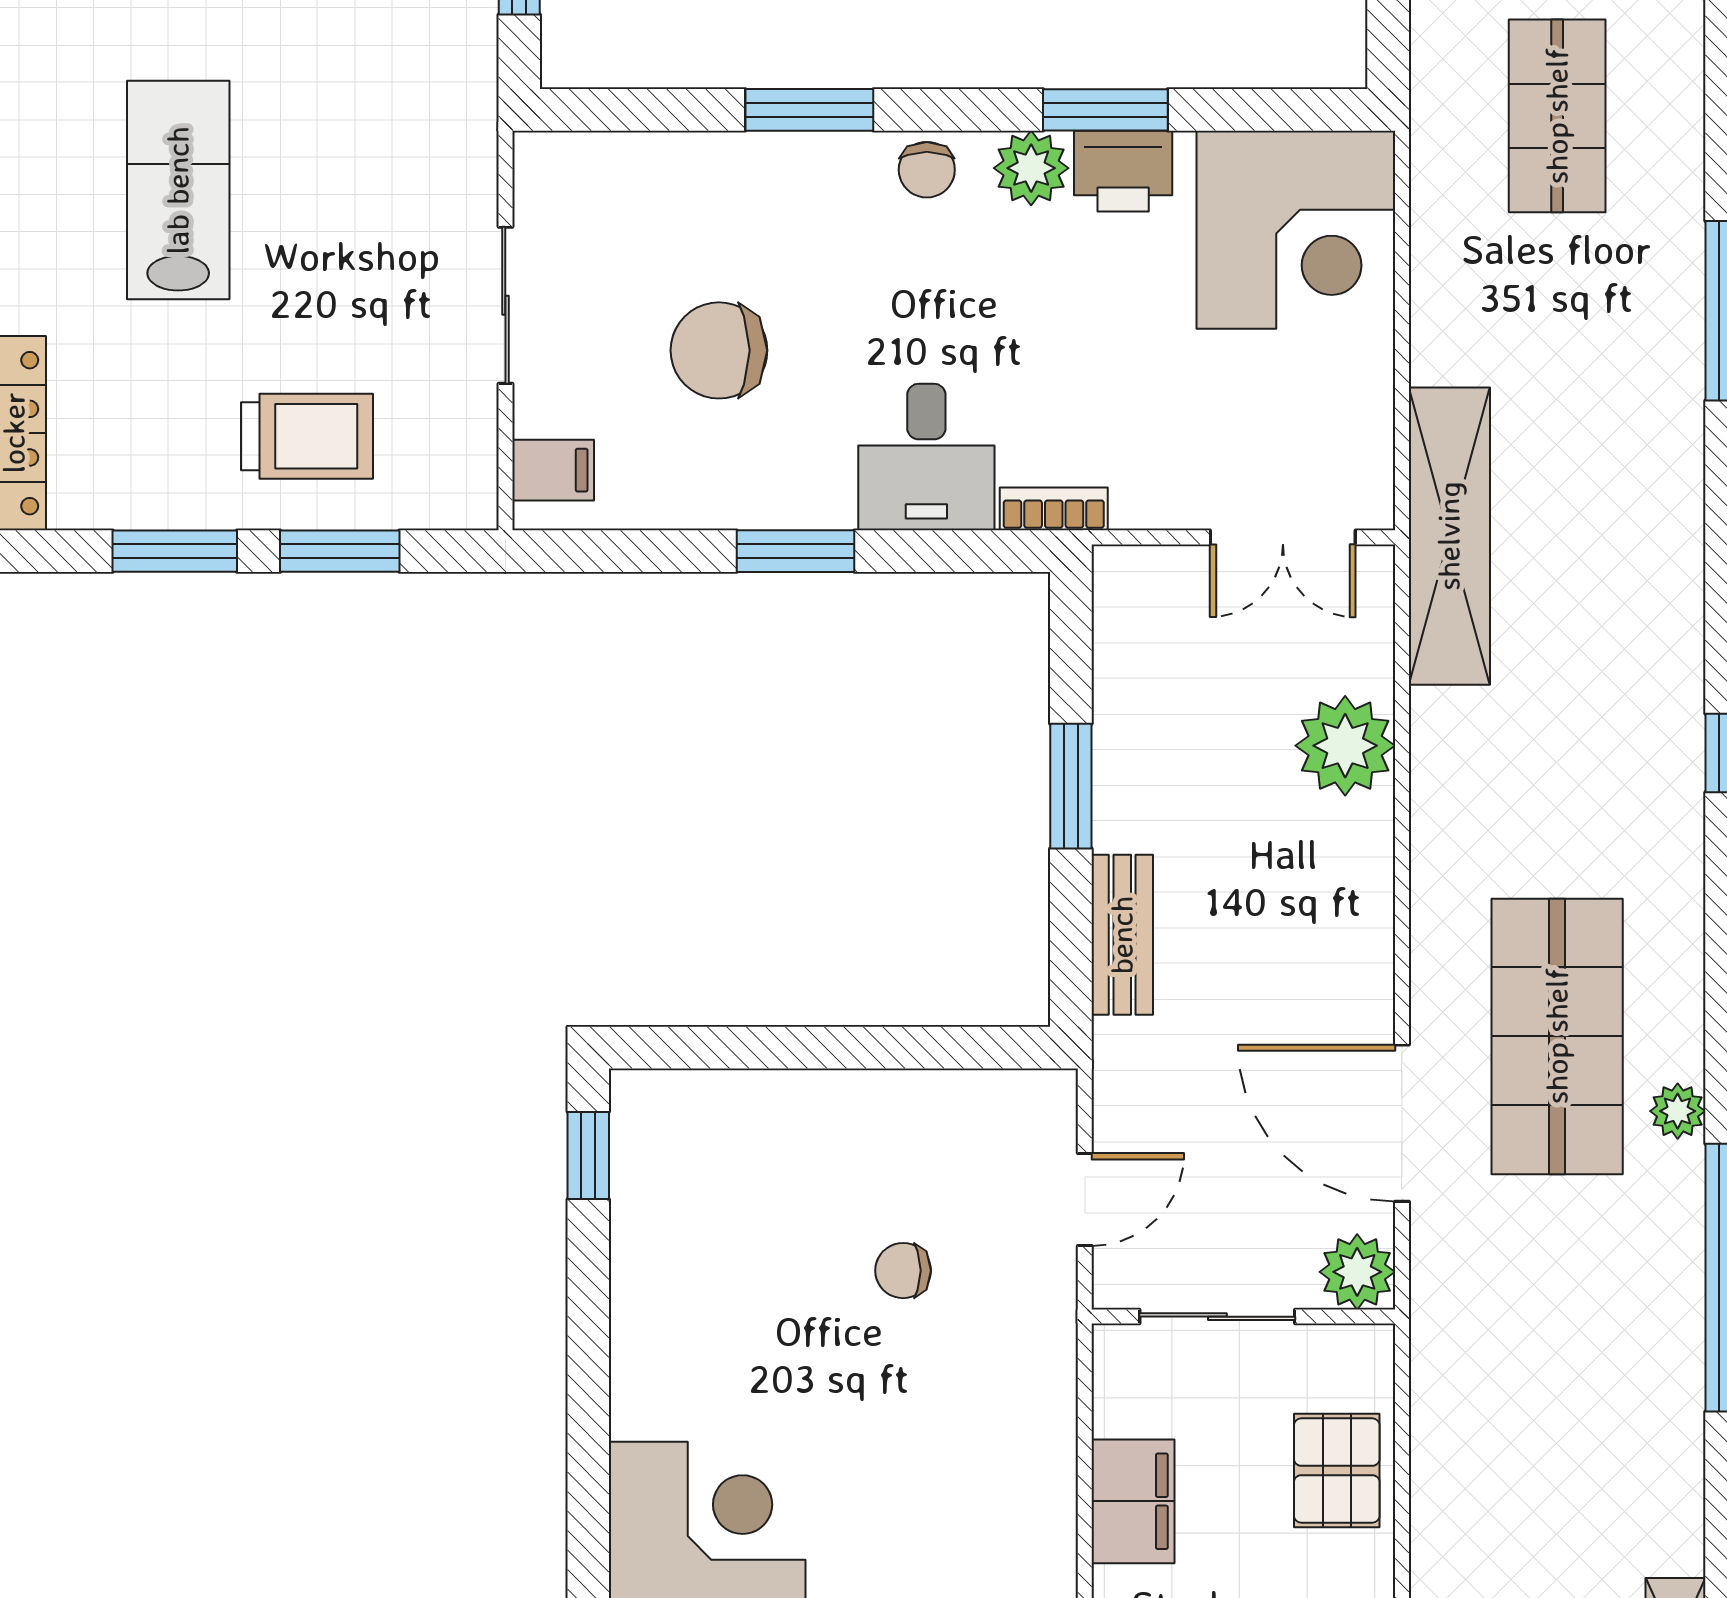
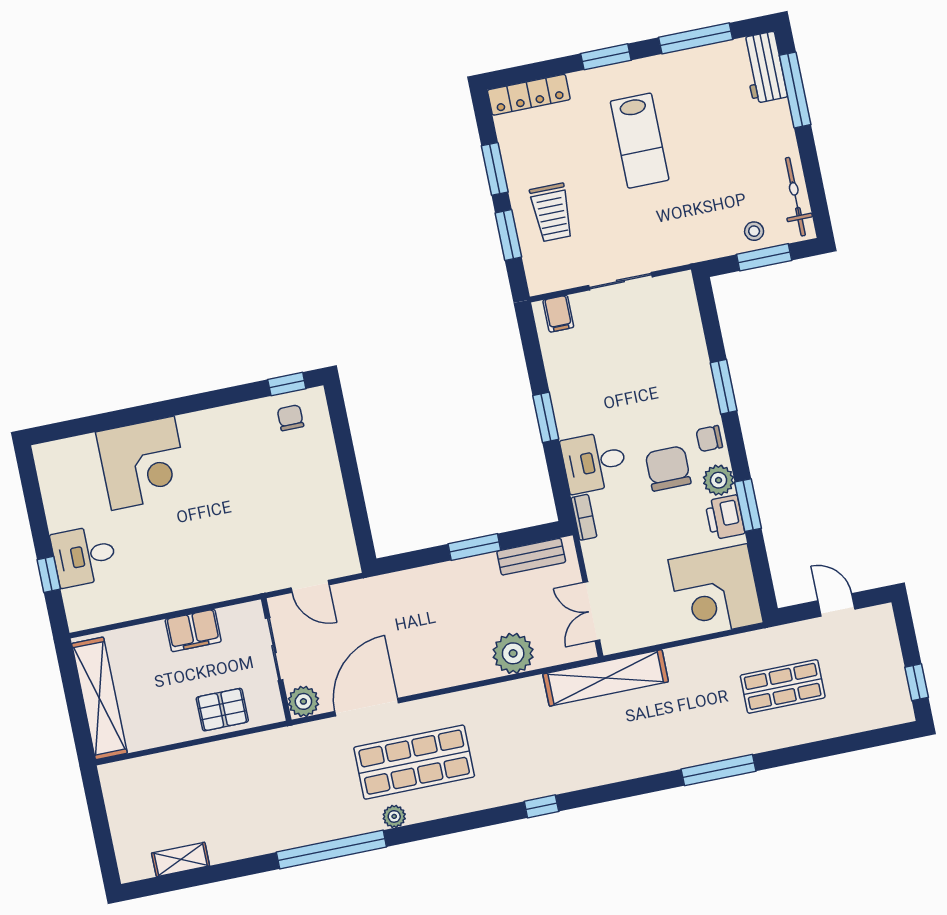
lab bench: (178, 190) -> (640, 141), turned 90
chair: (719, 350) -> (668, 468), moved
bench: (1122, 935) -> (531, 557), moved
chair: (903, 1271) -> (290, 418), moved

